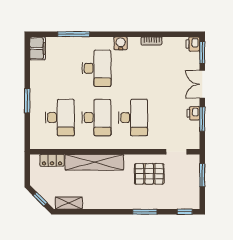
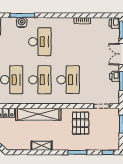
water cooler: (121, 43) -> (22, 22), moved
pallet: (149, 174) -> (81, 123), turned 90
shelving: (69, 203) -> (42, 146), moved

